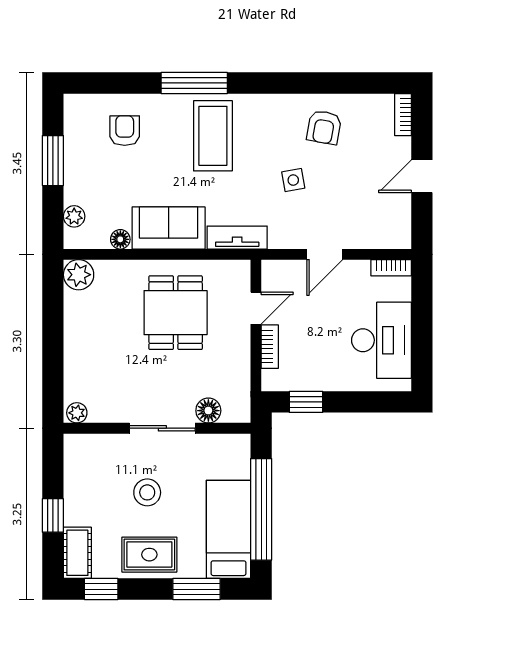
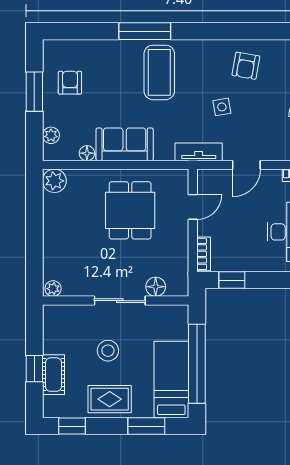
armchair: (125, 131) -> (70, 83), moved
tv unit: (237, 238) -> (199, 152), moved
bookcase: (270, 347) -> (204, 254), moved
cot: (77, 553) -> (53, 375), moved

